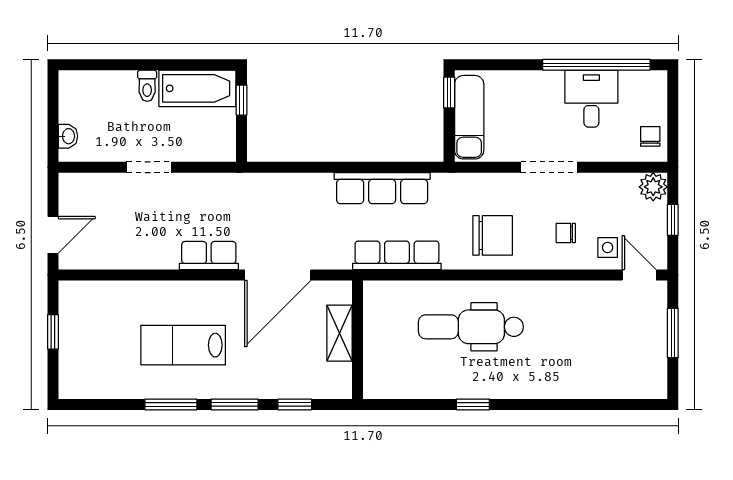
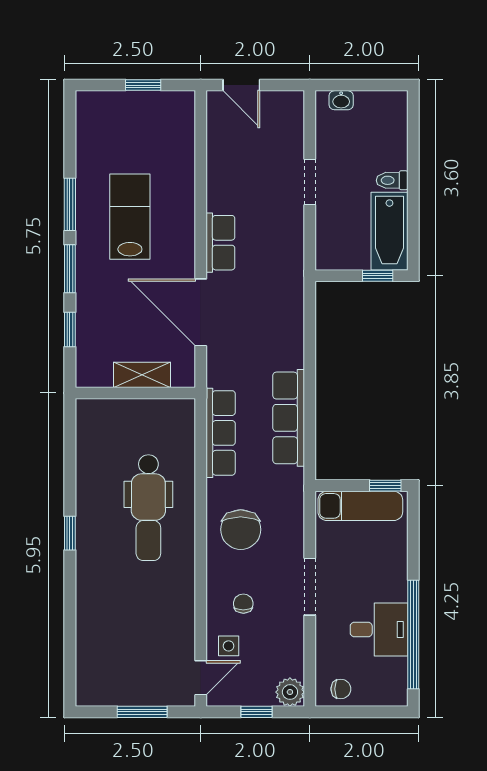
dental chair: (471, 327) -> (148, 508), turned 180
window: (473, 404) -> (70, 533), moved

